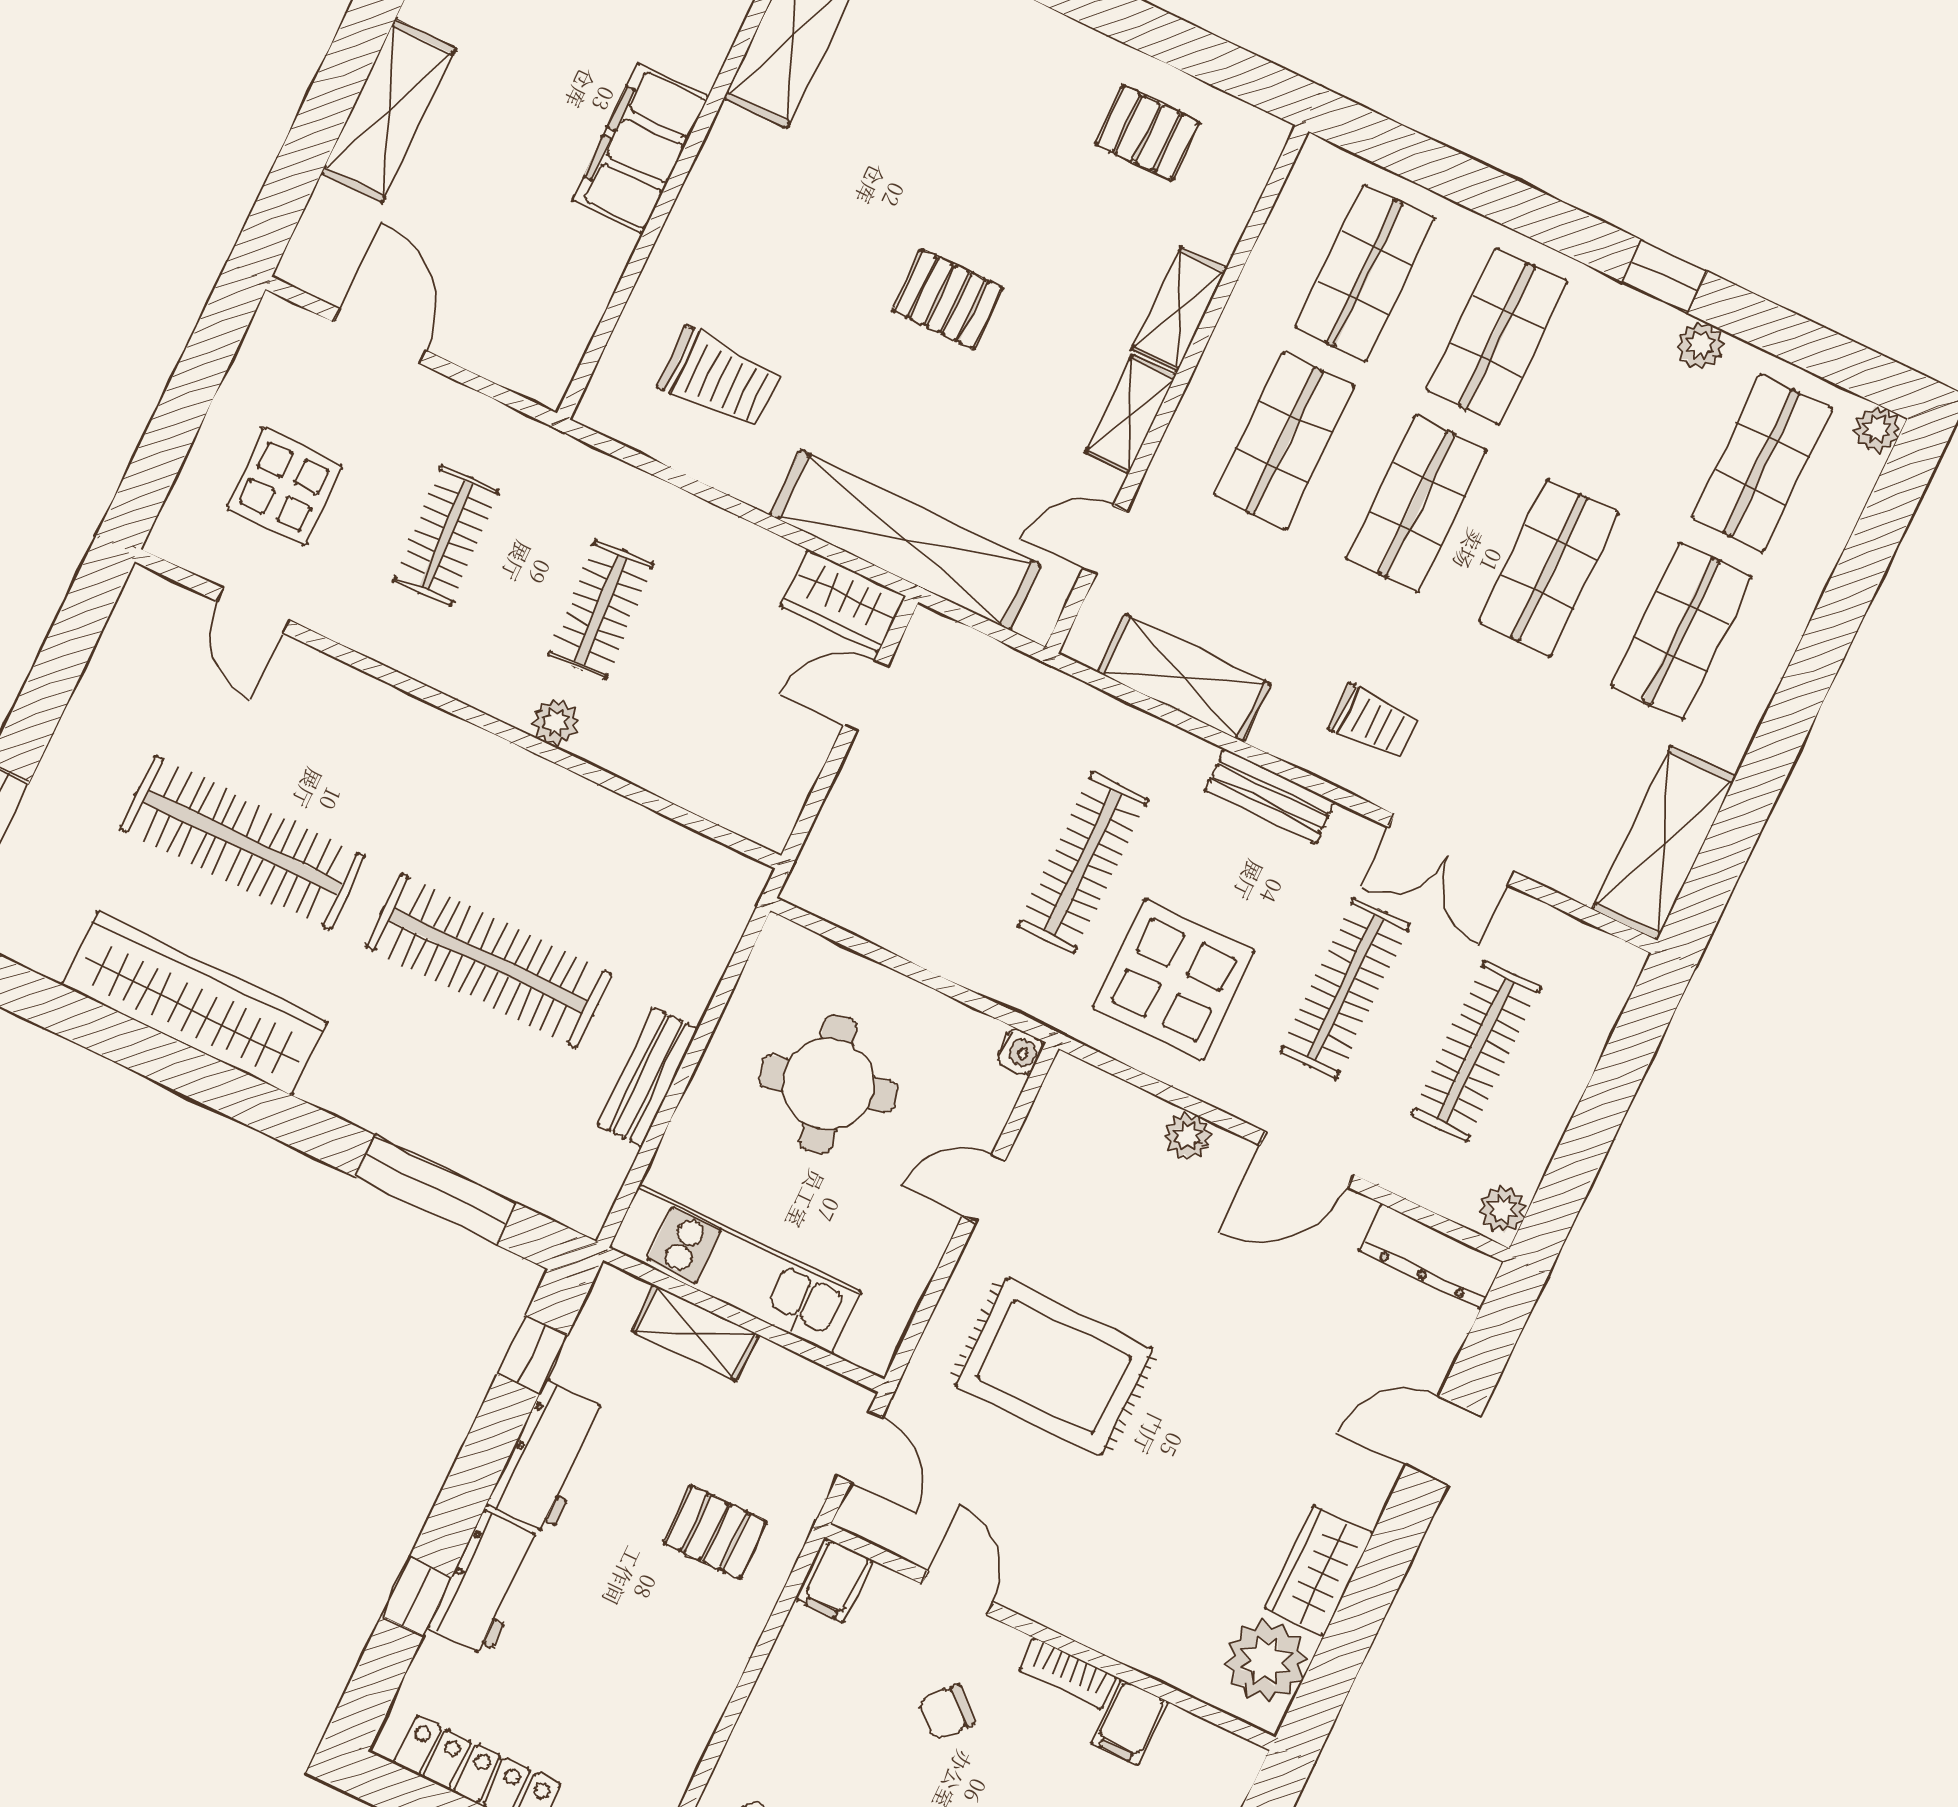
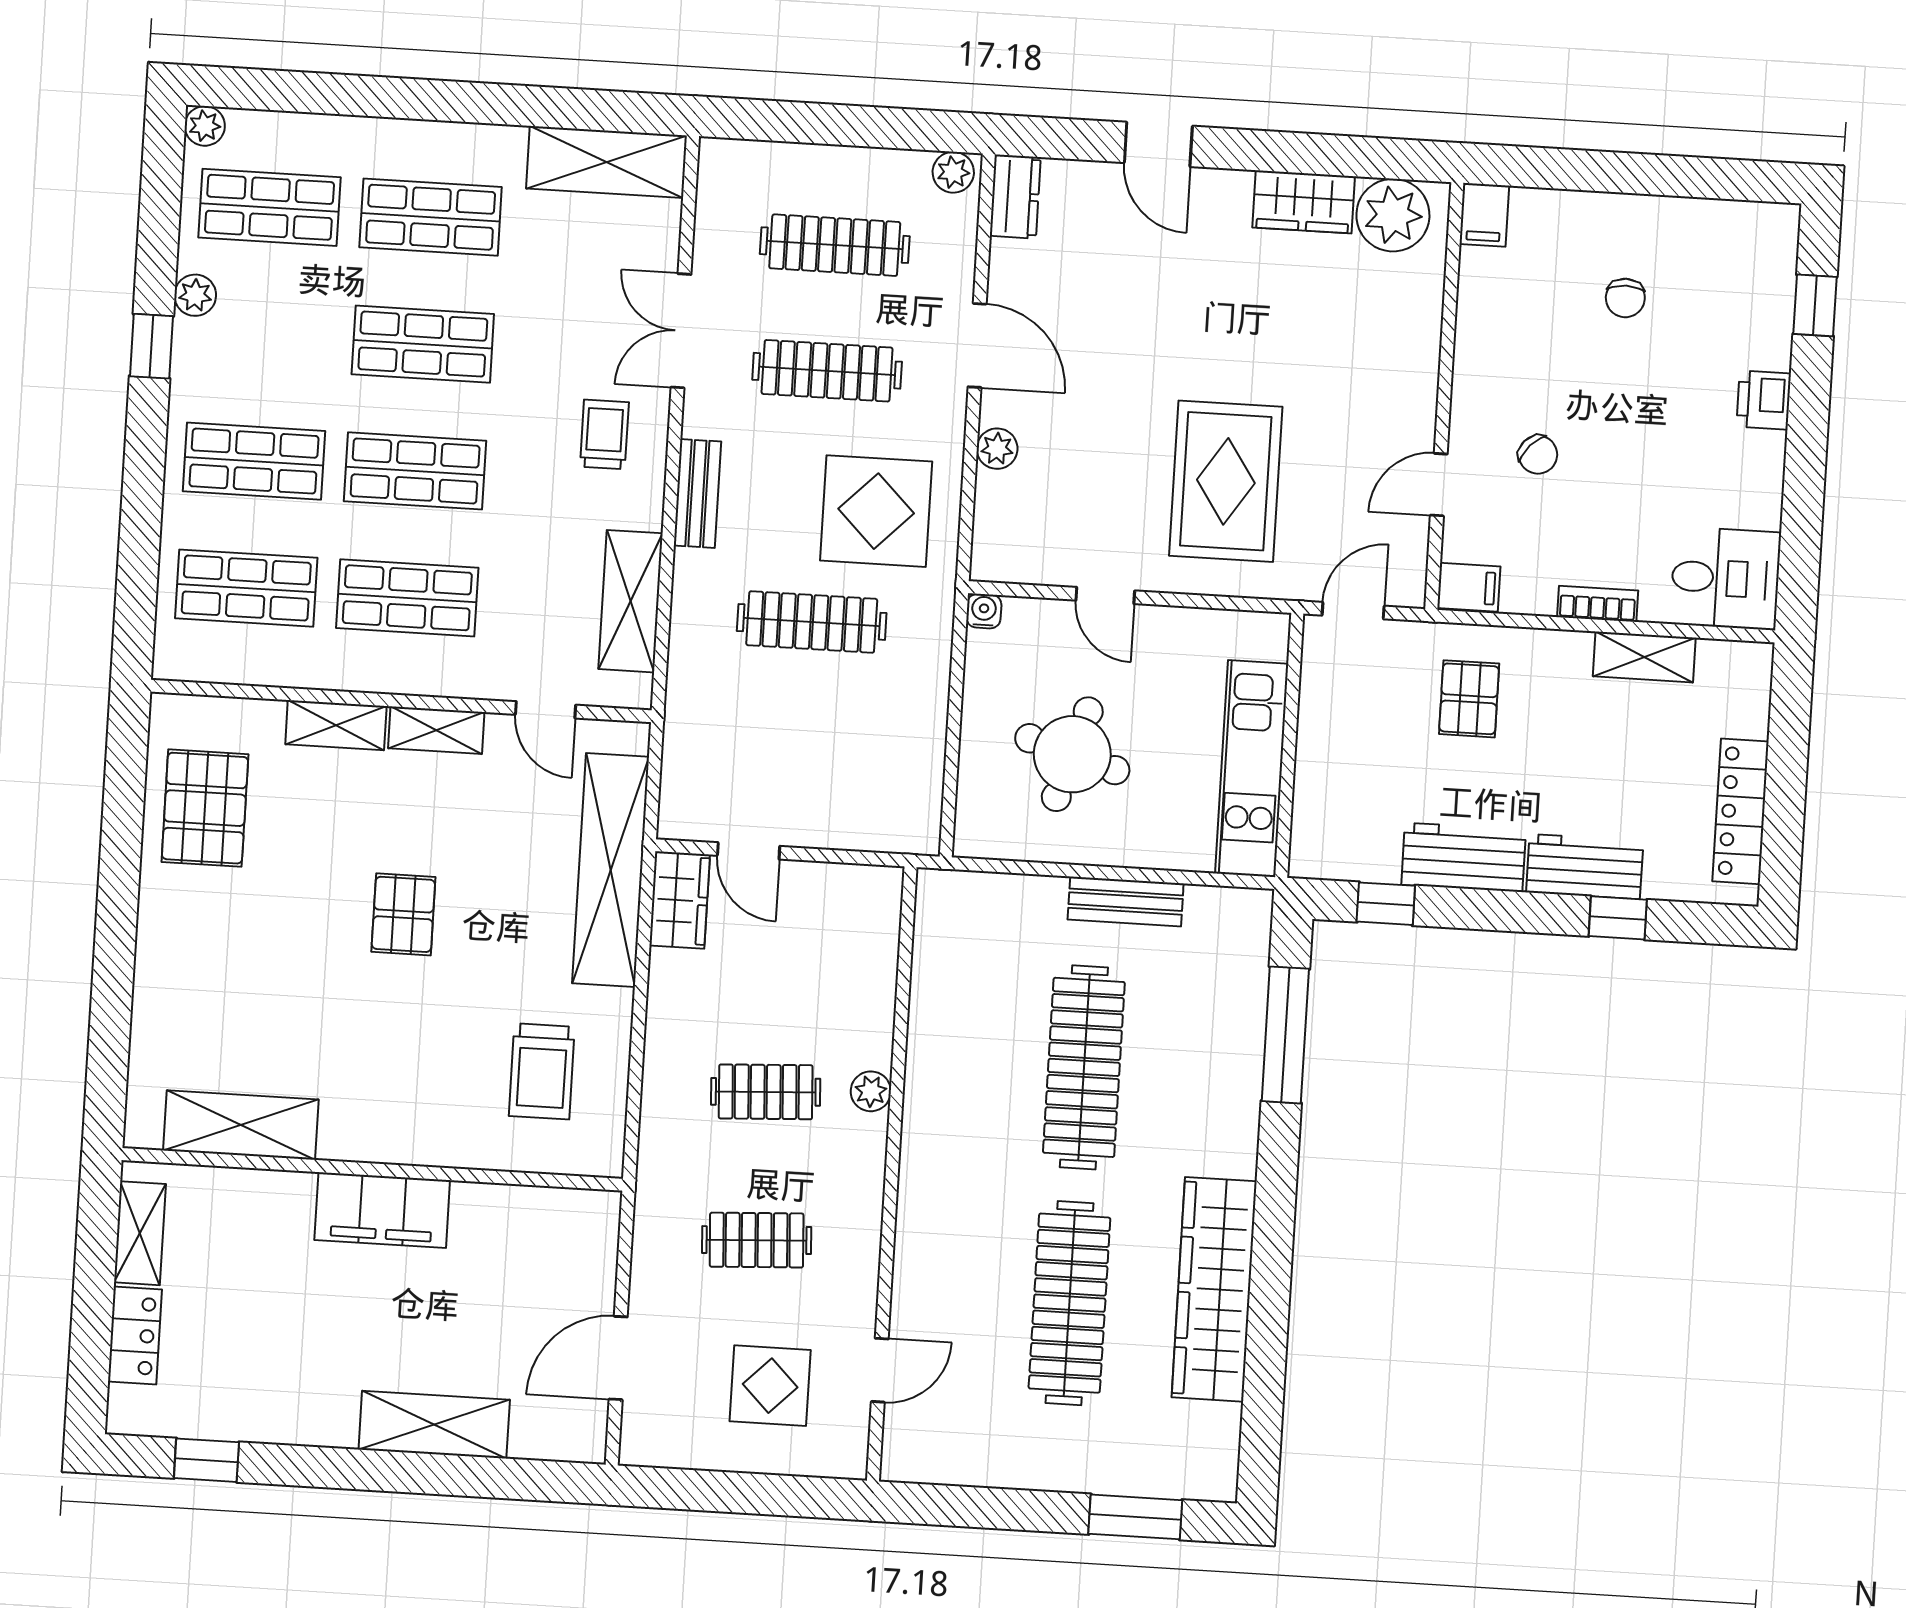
pallet: (1147, 133) -> (205, 808), width x1.50, depth x1.42
trolley: (720, 379) -> (542, 1071), turned 180
double door: (1451, 849) -> (681, 331), swing flipped
round table: (828, 1084) -> (1072, 754), turned 31
dresser: (1431, 1256) -> (1015, 196), width x0.70
shelving: (695, 1333) -> (1644, 657), moved, turned 90
bookcase: (1068, 1674) -> (1598, 604), moved, turned -90
filing cabinet: (1130, 1722) -> (1484, 215), moved, turned 90

